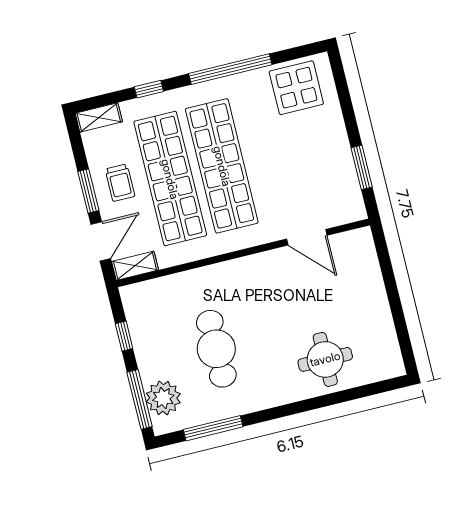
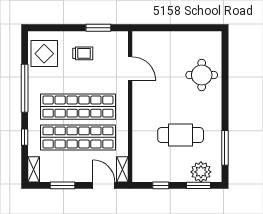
trolley: (120, 183) -> (83, 53), moved
window: (88, 191) -> (62, 185), moved
door: (307, 237) -> (130, 68), hinge flipped
window: (140, 399) -> (198, 185), width x0.69

